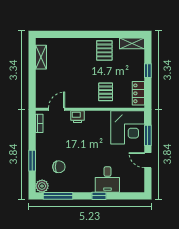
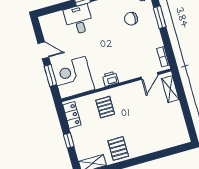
shelving: (41, 57) -> (170, 89), moved
printer: (77, 117) -> (110, 79), moved

